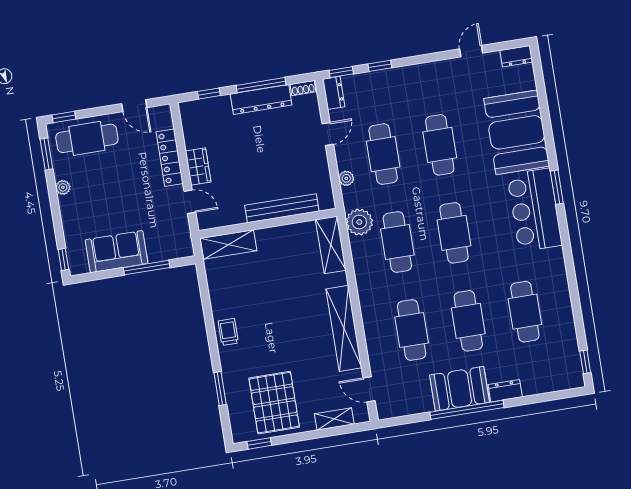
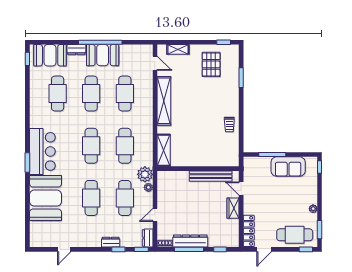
dresser: (516, 56) -> (111, 242), moved
door: (134, 106) -> (264, 249), swing flipped
locker: (170, 158) -> (249, 231), moved
bench: (282, 208) -> (211, 176), moved
plant: (359, 222) -> (145, 174), moved
shelving: (229, 245) -> (223, 160), removed
trolley: (228, 332) -> (229, 125), moved
booth: (548, 374) -> (50, 55), added
pallet: (274, 403) -> (211, 64), width x0.73, depth x0.71

